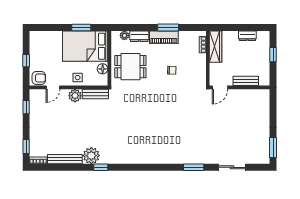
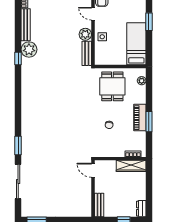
window: (81, 28) -> (149, 22), moved
dresser: (139, 36) -> (141, 95), removed
dresser: (247, 36) -> (141, 209), moved
bed: (85, 46) -> (136, 44), width x0.67
floor lamp: (103, 69) -> (110, 60), removed
bench: (246, 81) -> (99, 205), moved
sliding door: (232, 167) -> (18, 182), width x1.37

